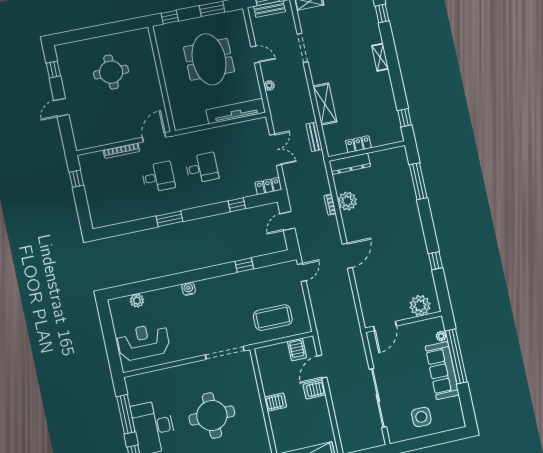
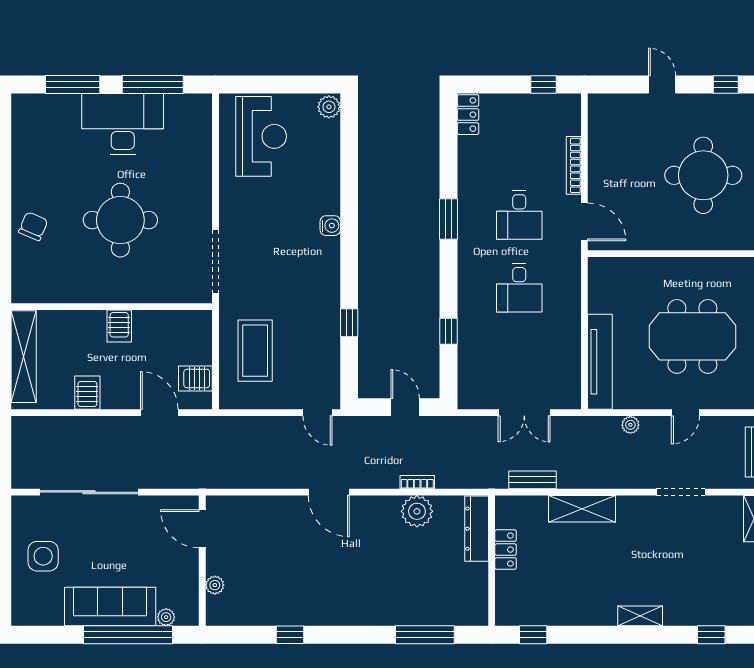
round table: (111, 72) -> (703, 175), width x1.36, depth x1.36
locker: (268, 186) -> (468, 115), moved
plant: (137, 301) -> (329, 107), moved
plant: (420, 306) -> (215, 585), width x0.53, depth x0.53
server rack: (314, 390) -> (87, 393), moved

